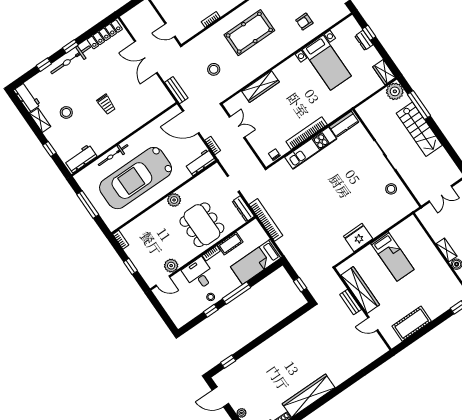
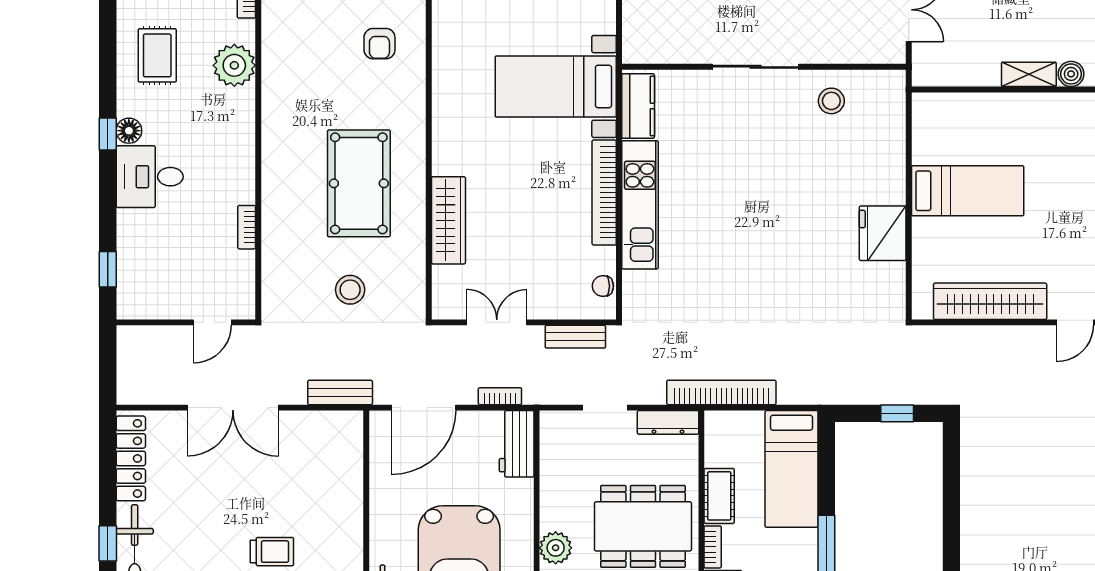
pool table: (249, 33) -> (359, 183), moved
bed with nightstands: (327, 63) -> (556, 86), moved, turned 180
bench: (351, 302) -> (575, 337), moved

